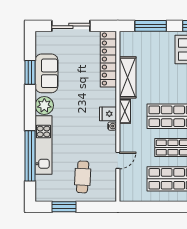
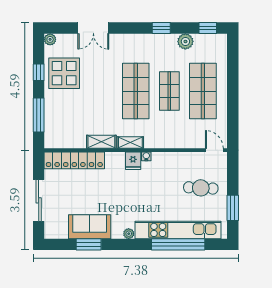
shelving: (128, 77) -> (101, 142), width x0.67, depth x0.75
plant: (44, 105) -> (129, 234), width x0.53, depth x0.53
kitchen unit: (43, 145) -> (178, 230), width x1.36
door: (118, 160) -> (214, 150), moved

